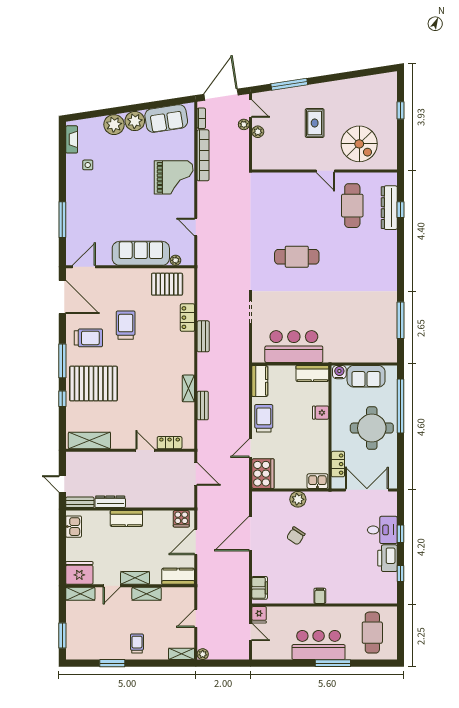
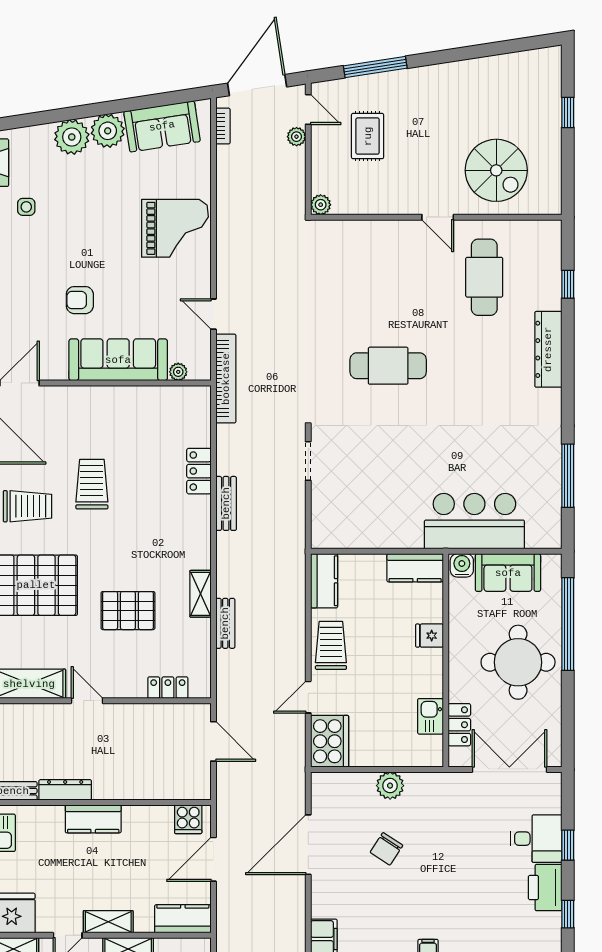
rug: (315, 123) -> (368, 136), moved
plant: (258, 132) -> (321, 205), moved
bookcase: (203, 155) -> (226, 379), moved
dresser: (389, 208) -> (548, 349), moved
armchair: (119, 219) -> (80, 300), added
pallet: (167, 284) -> (128, 611), moved
bar counter: (294, 347) -> (474, 521), moved
door: (145, 450) -> (87, 701), moved
kitchen sink: (317, 481) -> (430, 716), moved, turned -90

